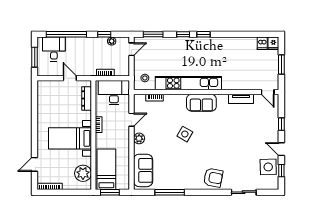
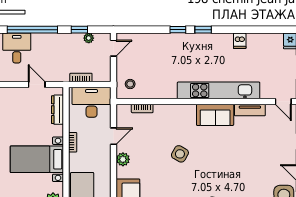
window: (153, 34) -> (140, 30), removed
dishwasher: (262, 43) -> (240, 41), moved
kitchen unit: (188, 83) -> (219, 90), moved
sofa: (201, 103) -> (215, 115), moved

